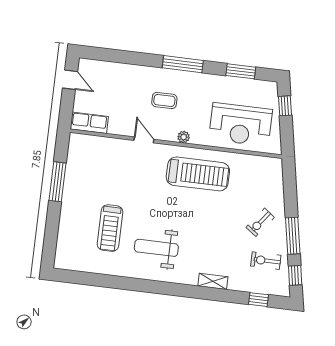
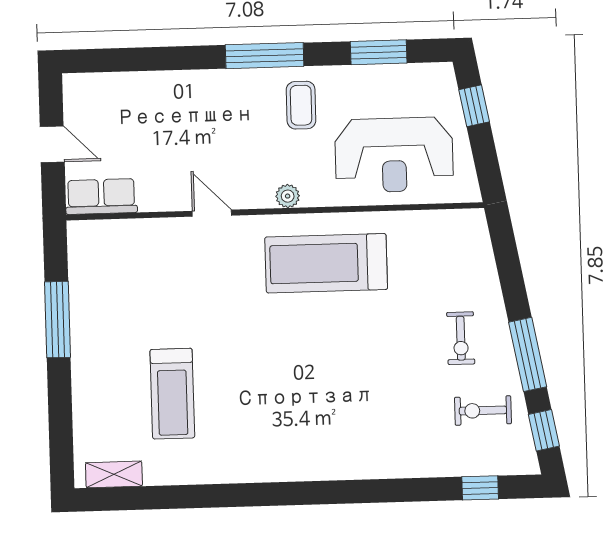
door: (70, 80) -> (52, 144), moved
coffee table: (164, 100) -> (301, 105), moved, turned 90
treadmill: (198, 174) -> (326, 263), turned 180
exercise bike: (260, 222) -> (461, 338), turned -37
weight bench: (156, 248) -> (268, 418), removed
shelving: (213, 281) -> (114, 474), moved

